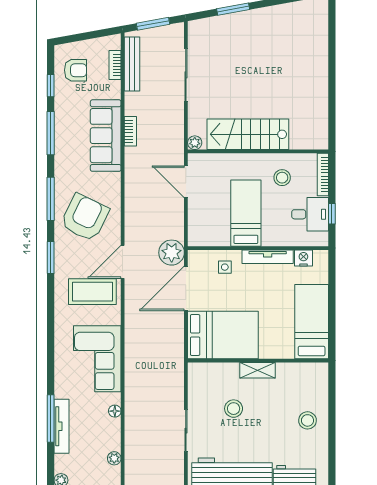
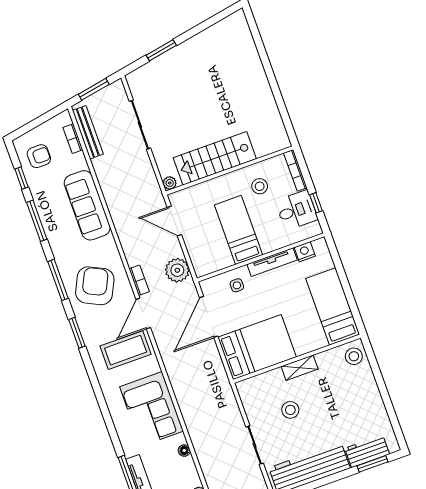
bookcase: (130, 131) -> (139, 280), moved
plant: (172, 253) -> (177, 270), moved
stool: (307, 420) -> (354, 356), moved

